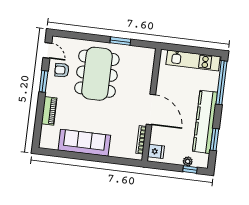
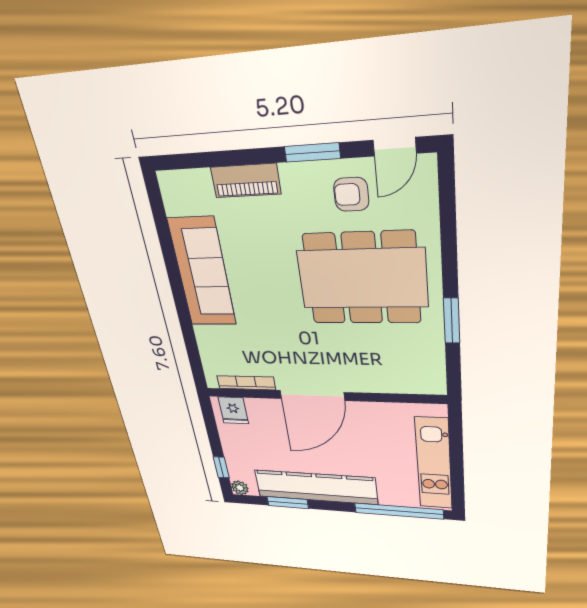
armchair: (62, 70) -> (351, 194), turned -88
plant: (188, 161) -> (240, 488), moved

